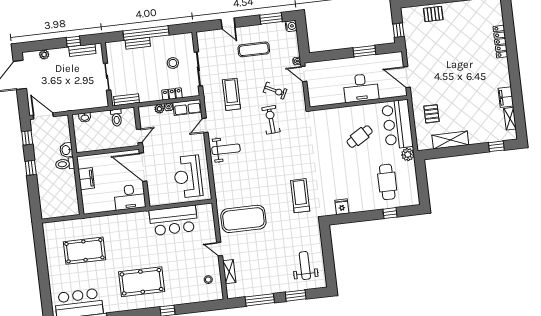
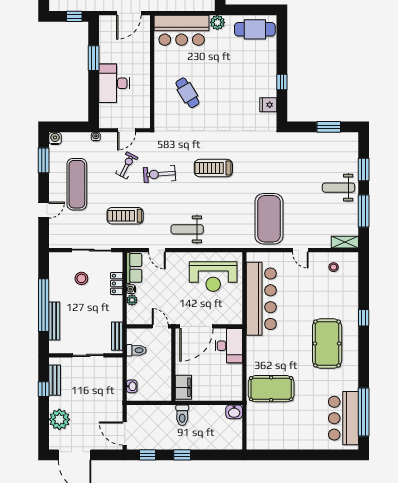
bench: (138, 43) -> (54, 321), width x1.36
exercise mat: (254, 49) -> (77, 184), width x1.36, depth x1.45
plant: (44, 55) -> (59, 419), width x1.87, depth x1.87
door: (304, 74) -> (127, 130), moved
desk: (361, 88) -> (114, 83), moved, turned 180
door: (43, 116) -> (125, 433), hinge flipped
cafe table: (360, 137) -> (187, 93), moved
weight bench: (226, 149) -> (187, 229), turned -90
washbasin: (66, 150) -> (234, 412), moved
filing cabinet: (86, 179) -> (183, 387), moved, turned 90
cafe table: (387, 182) -> (255, 29), moved
treadmill: (300, 196) -> (213, 168), moved
window: (390, 213) -> (282, 82), moved
bar counter: (174, 220) -> (261, 299), width x1.36
door: (220, 249) -> (300, 250), hinge flipped
pool table: (84, 251) -> (271, 389), moved, turned 90
window: (329, 261) -> (329, 127), added
weight bench: (305, 266) -> (339, 188), moved
shelving: (229, 272) -> (345, 242), moved

